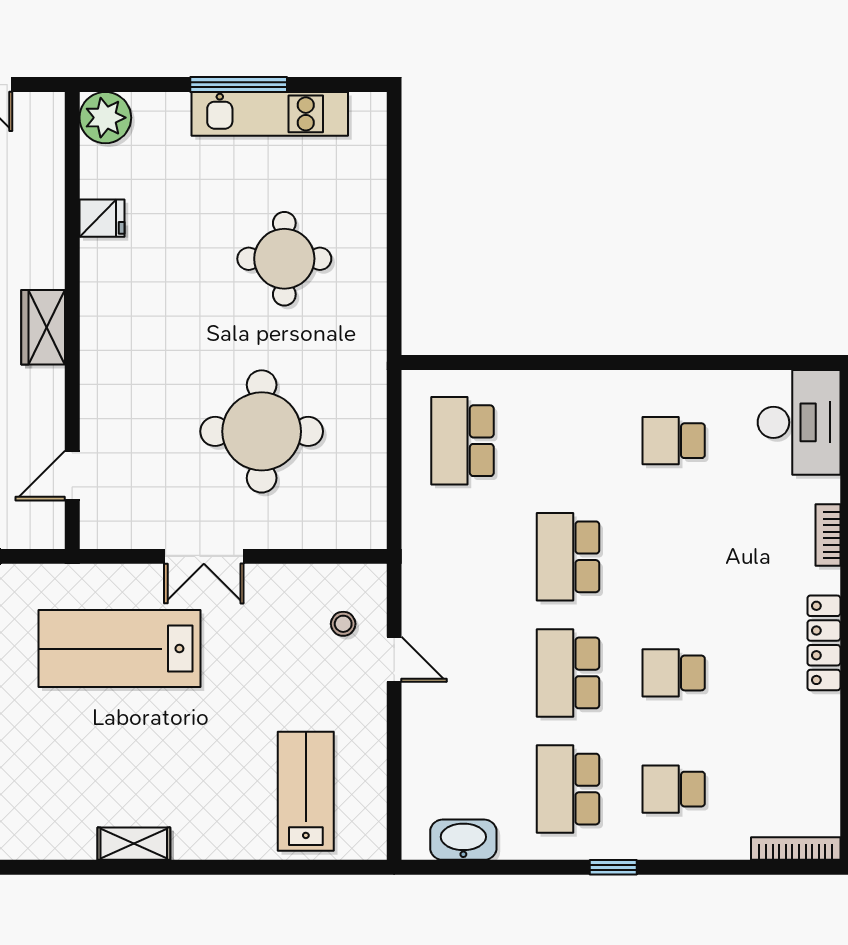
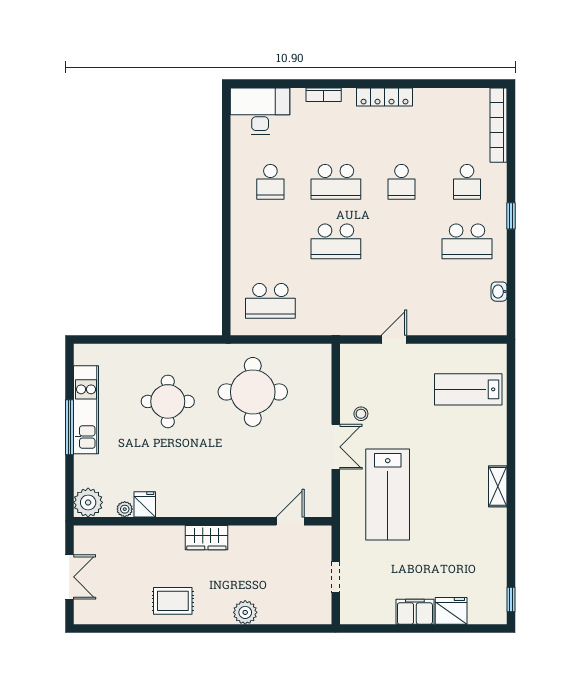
plant: (93, 182) -> (125, 509), added
round table: (262, 431) -> (253, 392), moved
door: (72, 476) -> (290, 521), swing flipped
stool: (343, 624) -> (361, 414), moved
school desk: (568, 673) -> (336, 182), moved
washbasin: (463, 840) -> (499, 292), width x0.52, depth x0.69
bookcase: (796, 849) -> (499, 125), width x1.48, depth x1.31

